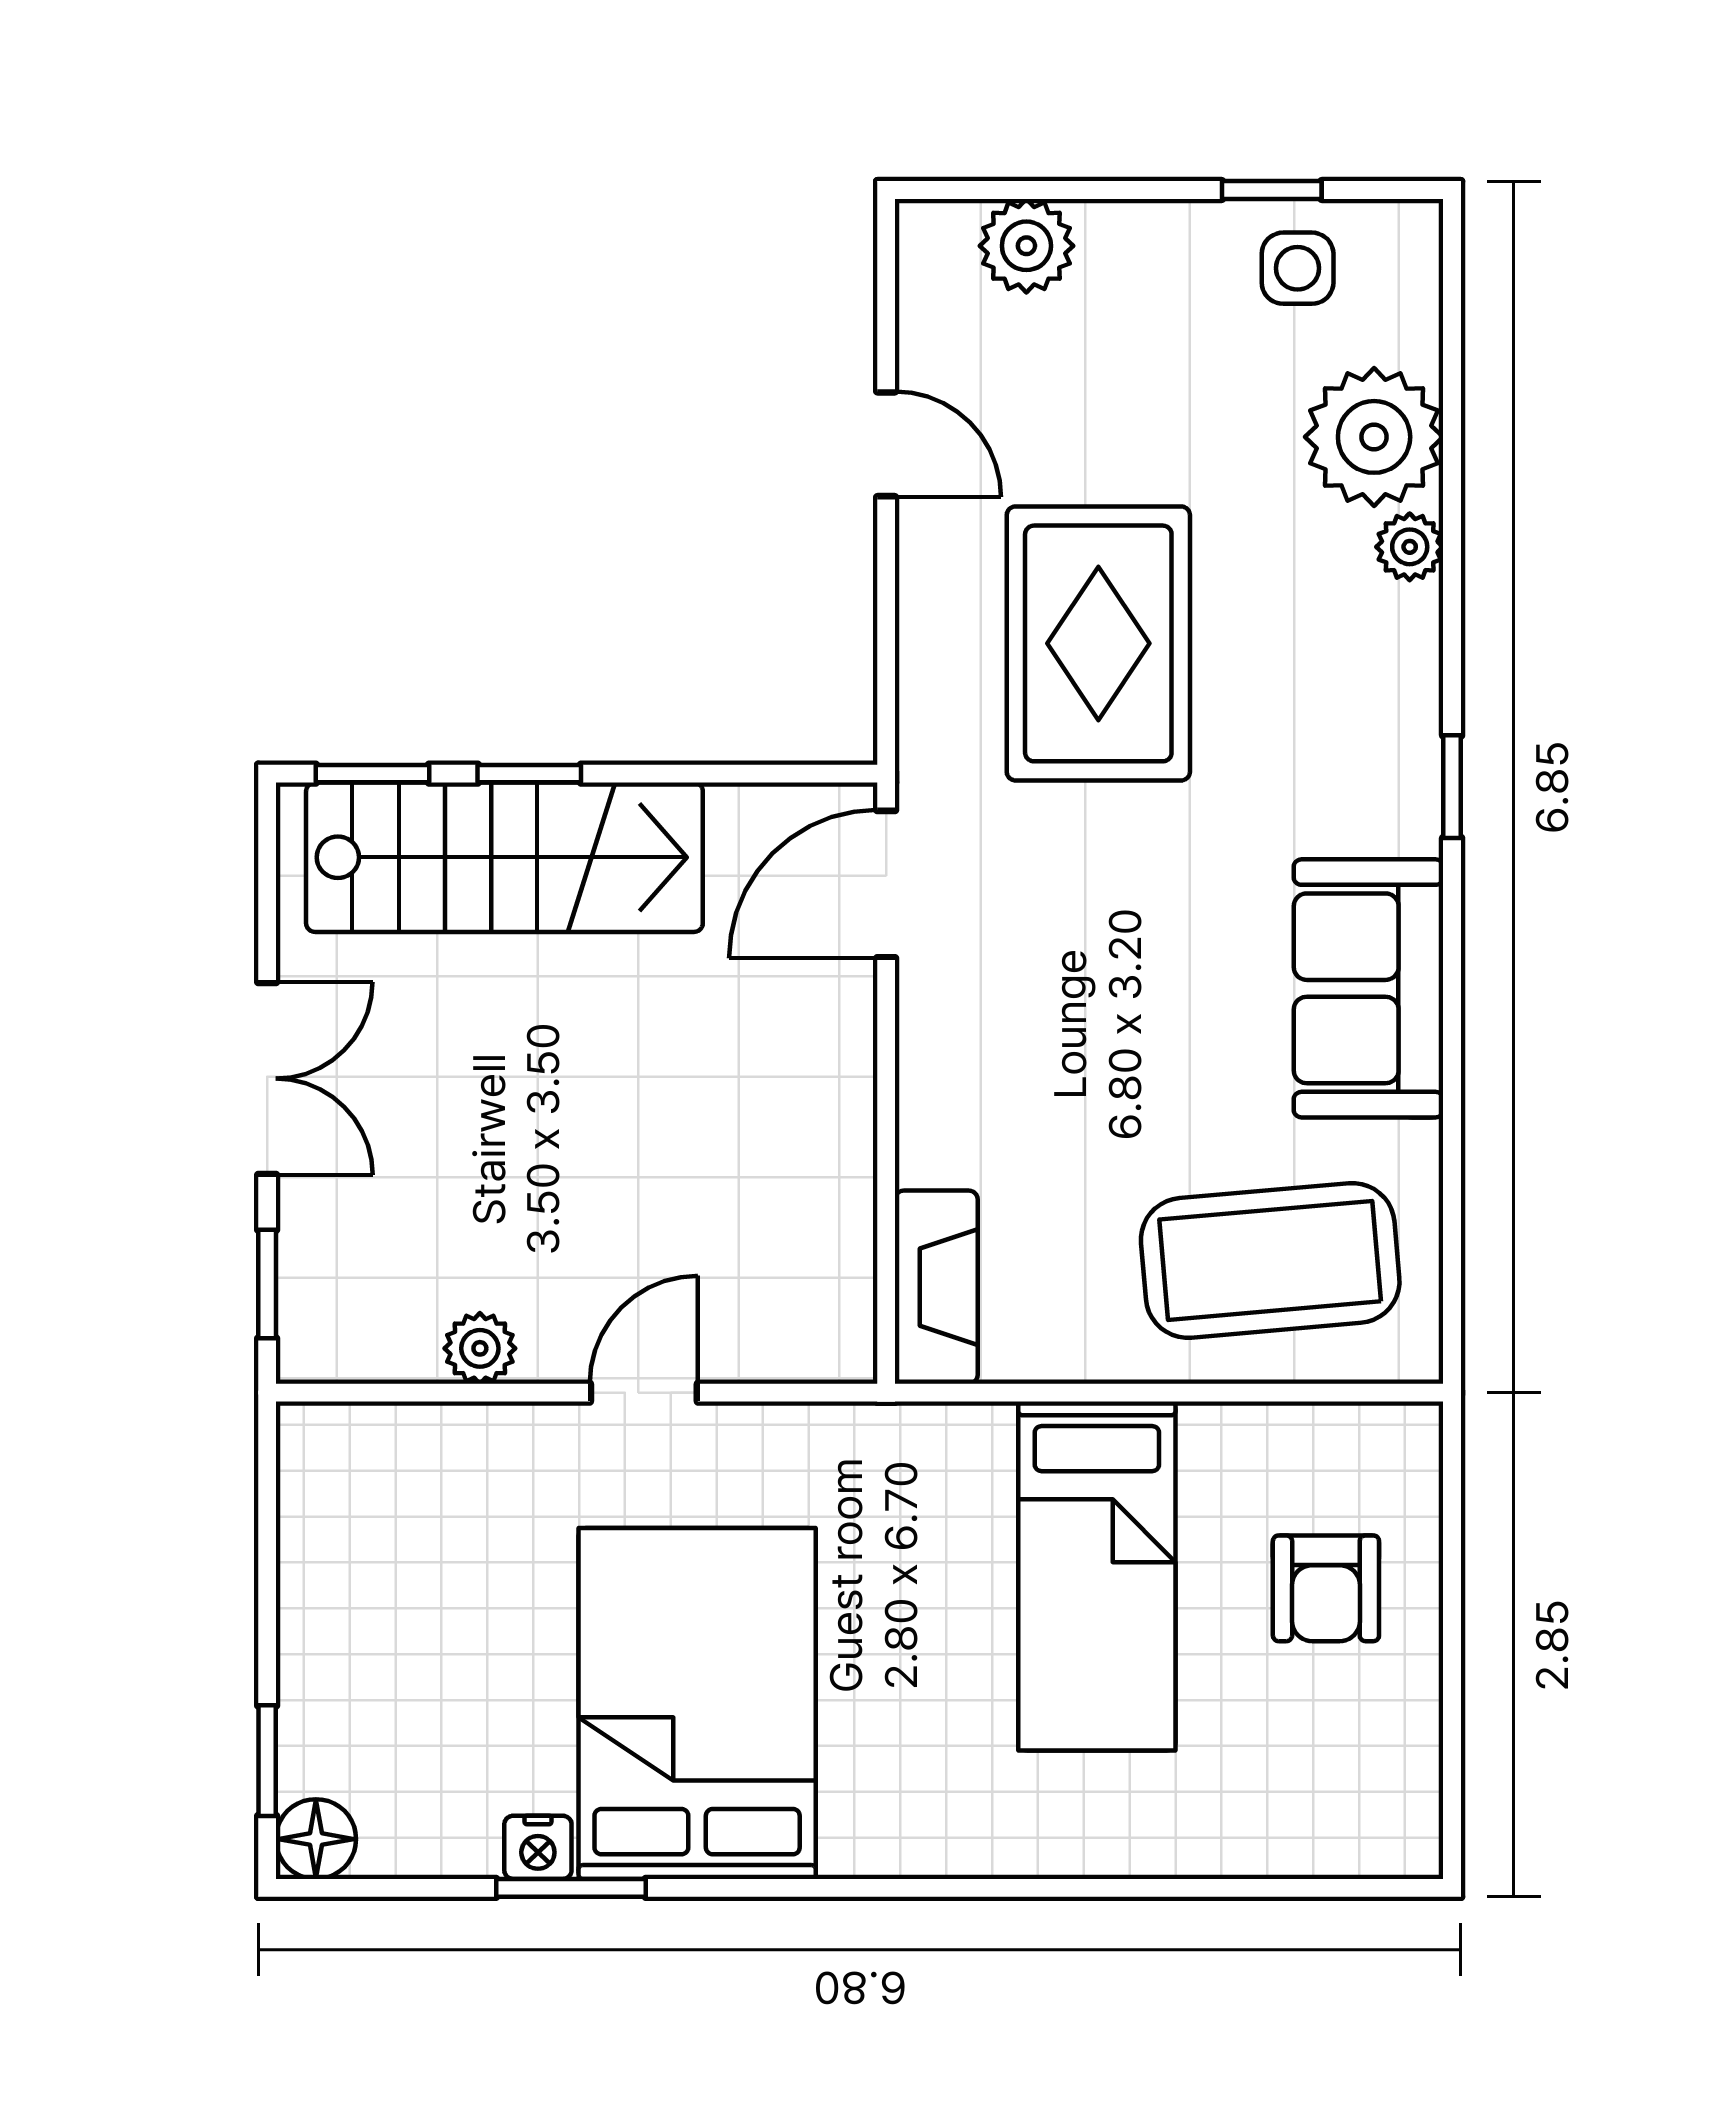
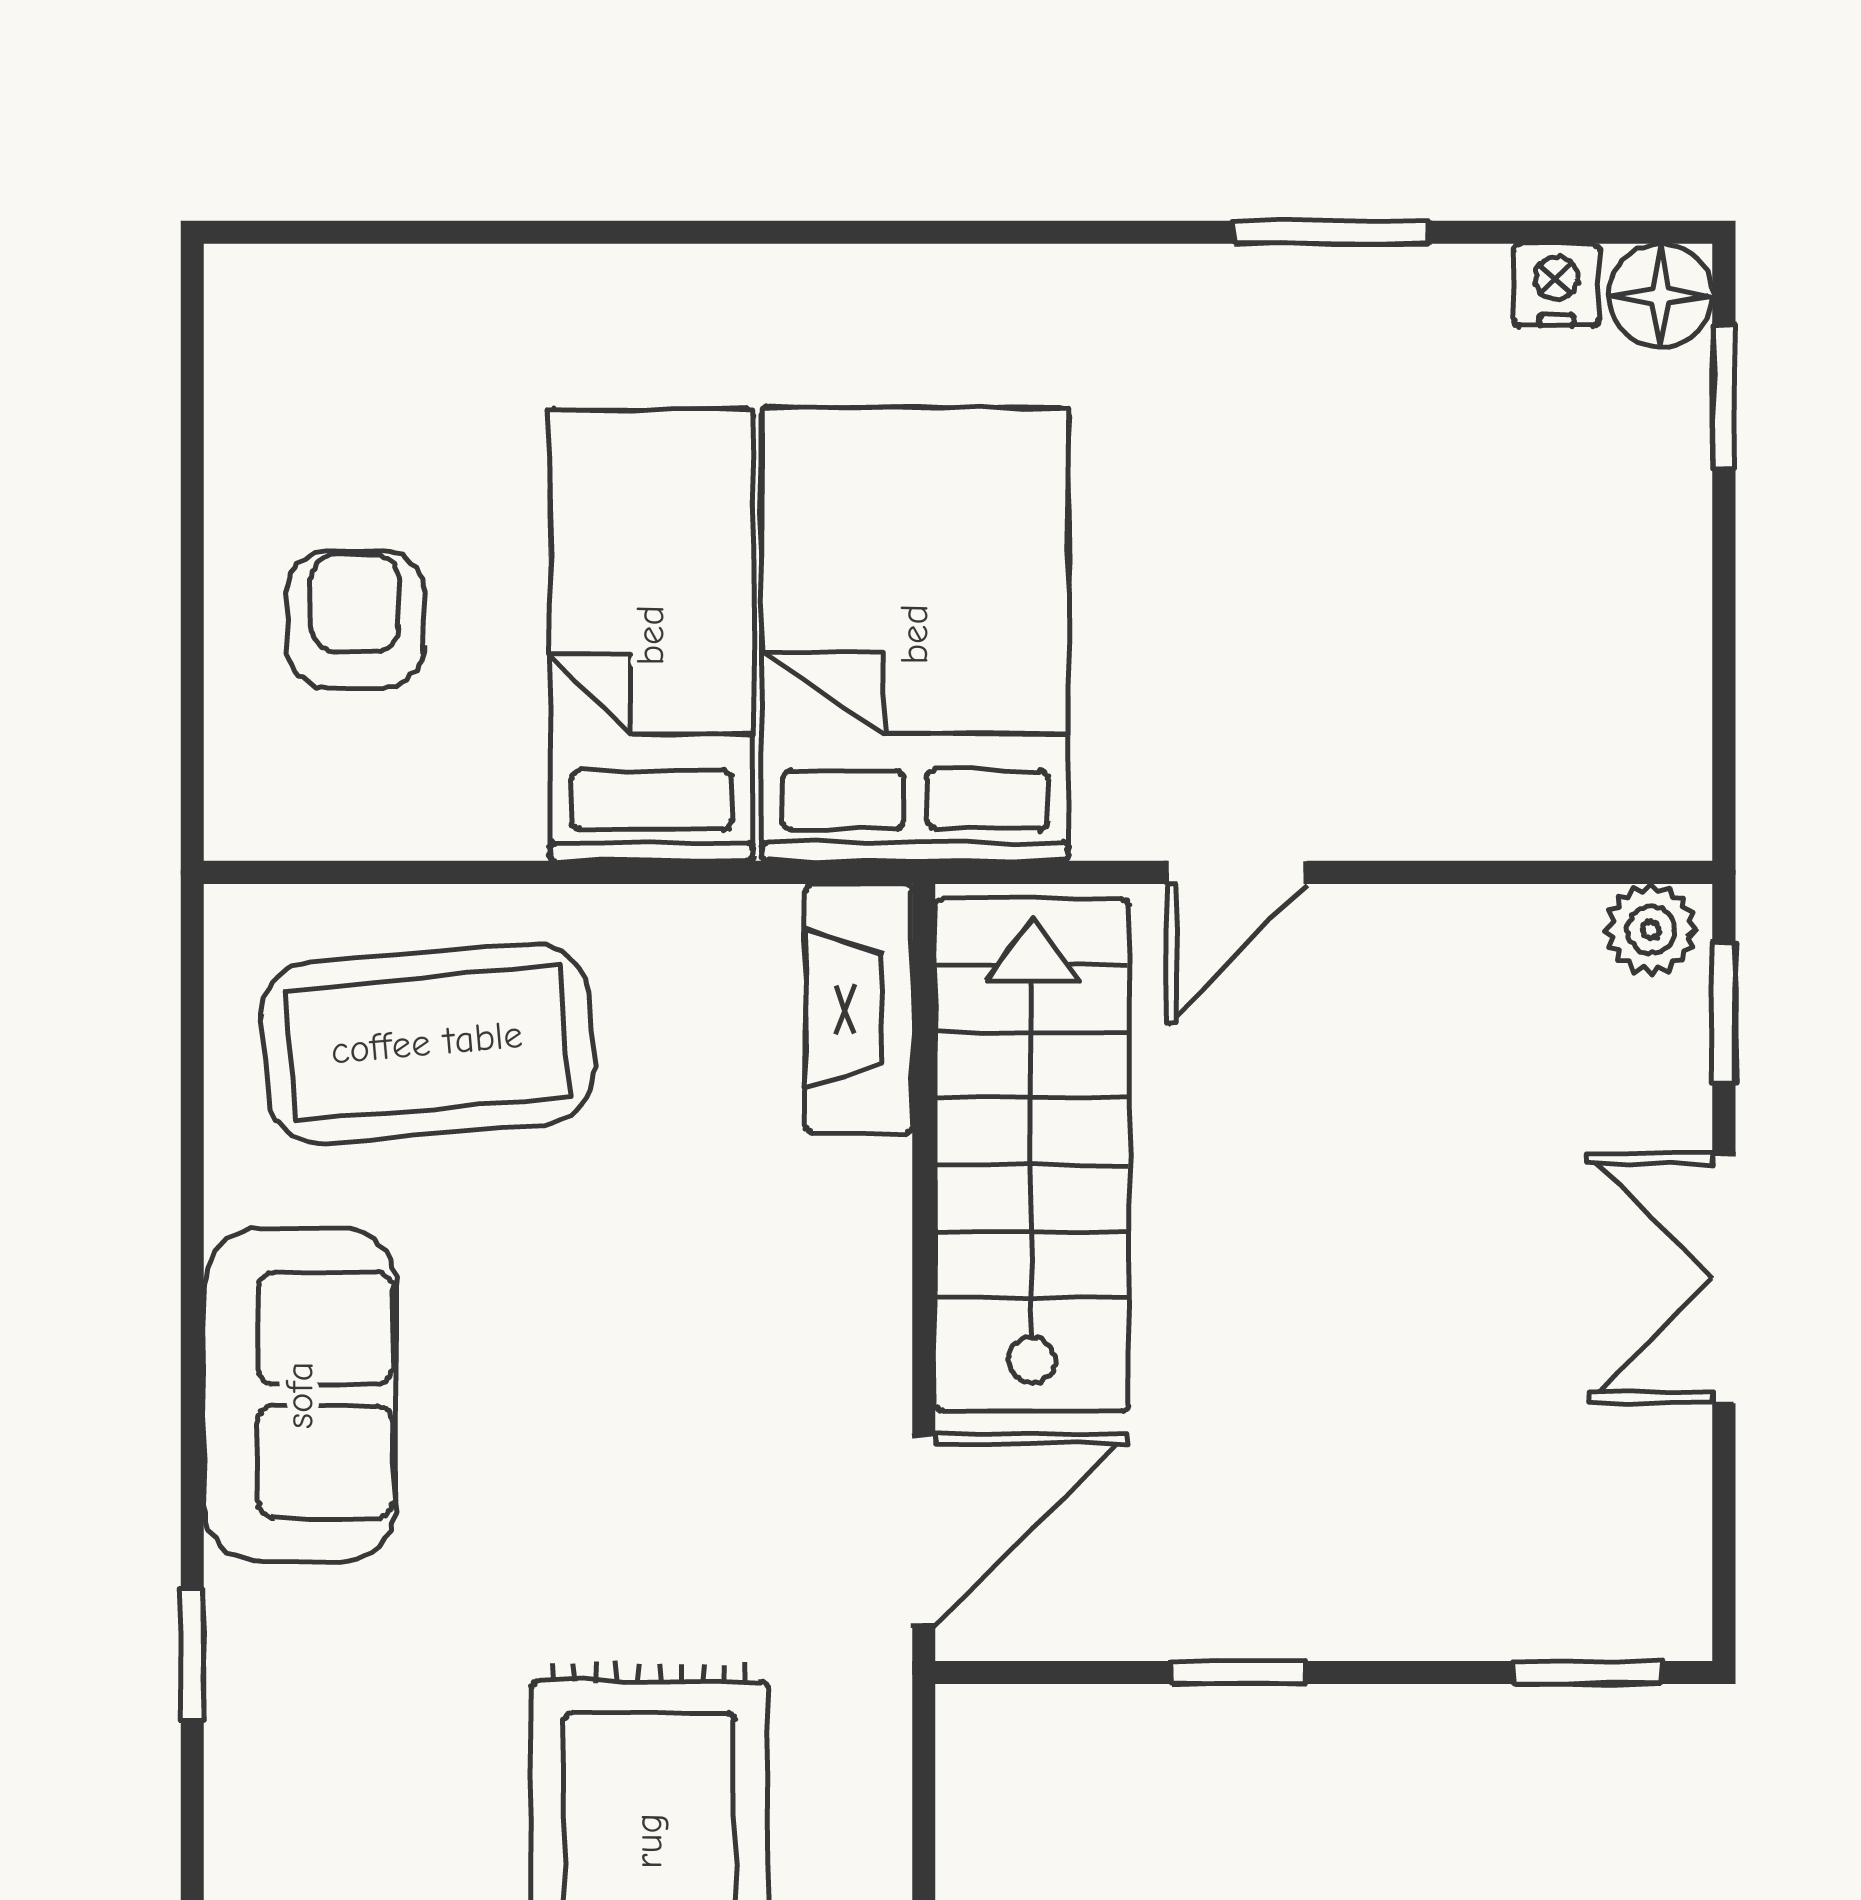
window: (529, 774) -> (1238, 1673), moved
stairs: (504, 857) -> (1032, 1155), moved, turned 90
plant: (480, 1348) -> (1651, 930), moved
bed: (697, 1703) -> (915, 634), moved, turned 180
nightstand: (538, 1847) -> (1556, 285), moved

